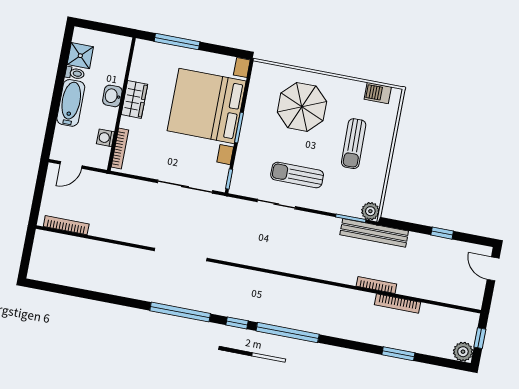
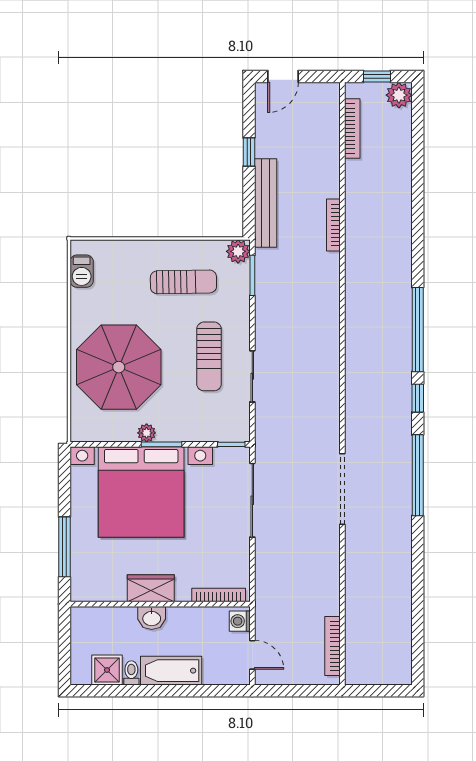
parasol: (302, 107) -> (119, 367), width x1.36, depth x1.36
plant: (250, 118) -> (147, 433), added
washing machine: (105, 138) -> (240, 621), moved, turned 90
sun lounger: (354, 144) -> (183, 282), moved
bench: (374, 233) -> (266, 203), moved
bookcase: (398, 303) -> (352, 129), moved
window: (398, 354) -> (418, 179), removed

